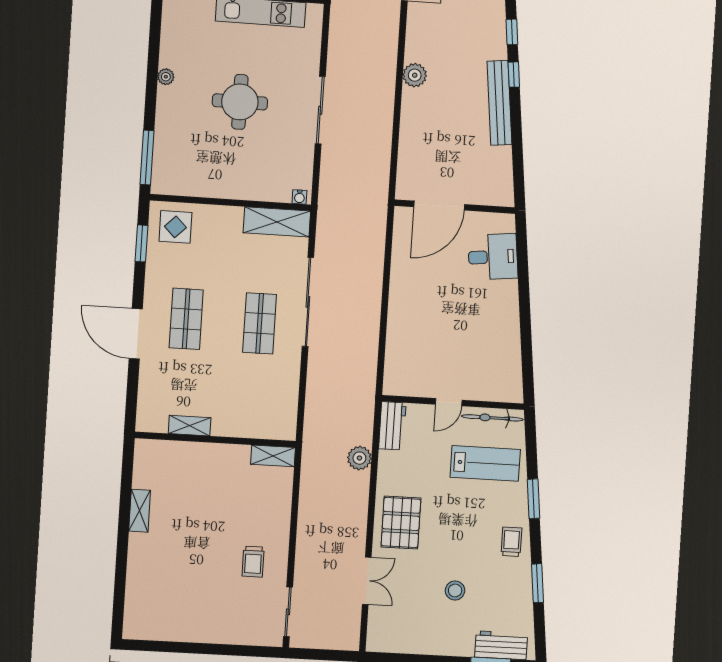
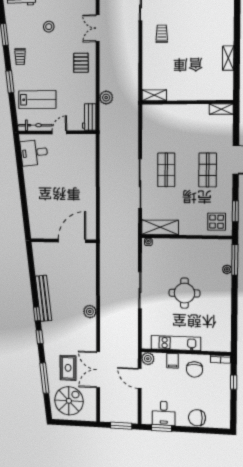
plant: (166, 77) -> (227, 269), moved
desk: (493, 257) -> (34, 153), moved
shelving: (190, 426) -> (221, 109), moved
lab bench: (485, 463) -> (37, 100), turned 180
pallet: (401, 523) -> (81, 63), width x0.67, depth x0.71

